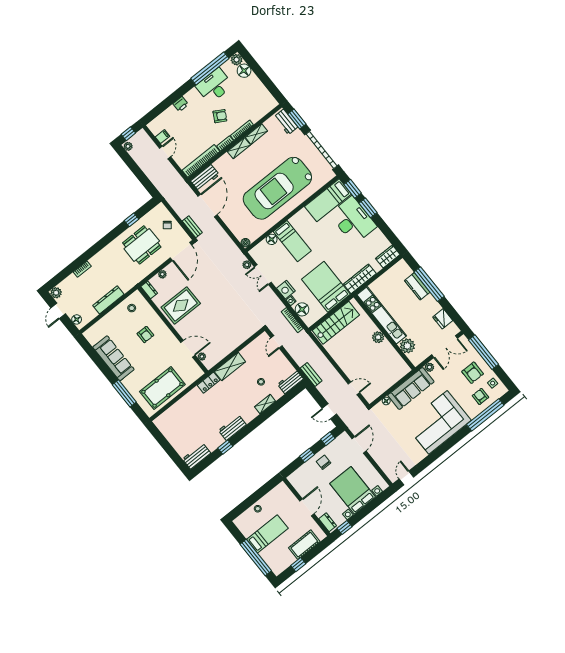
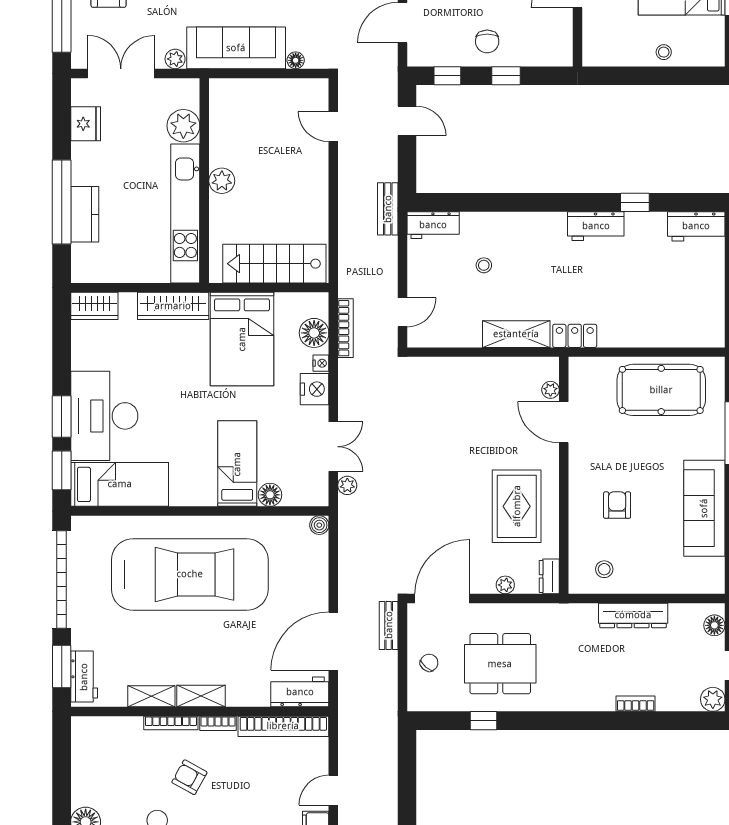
rug: (181, 305) -> (517, 506), turned 90
shelving: (265, 404) -> (507, 222), removed

